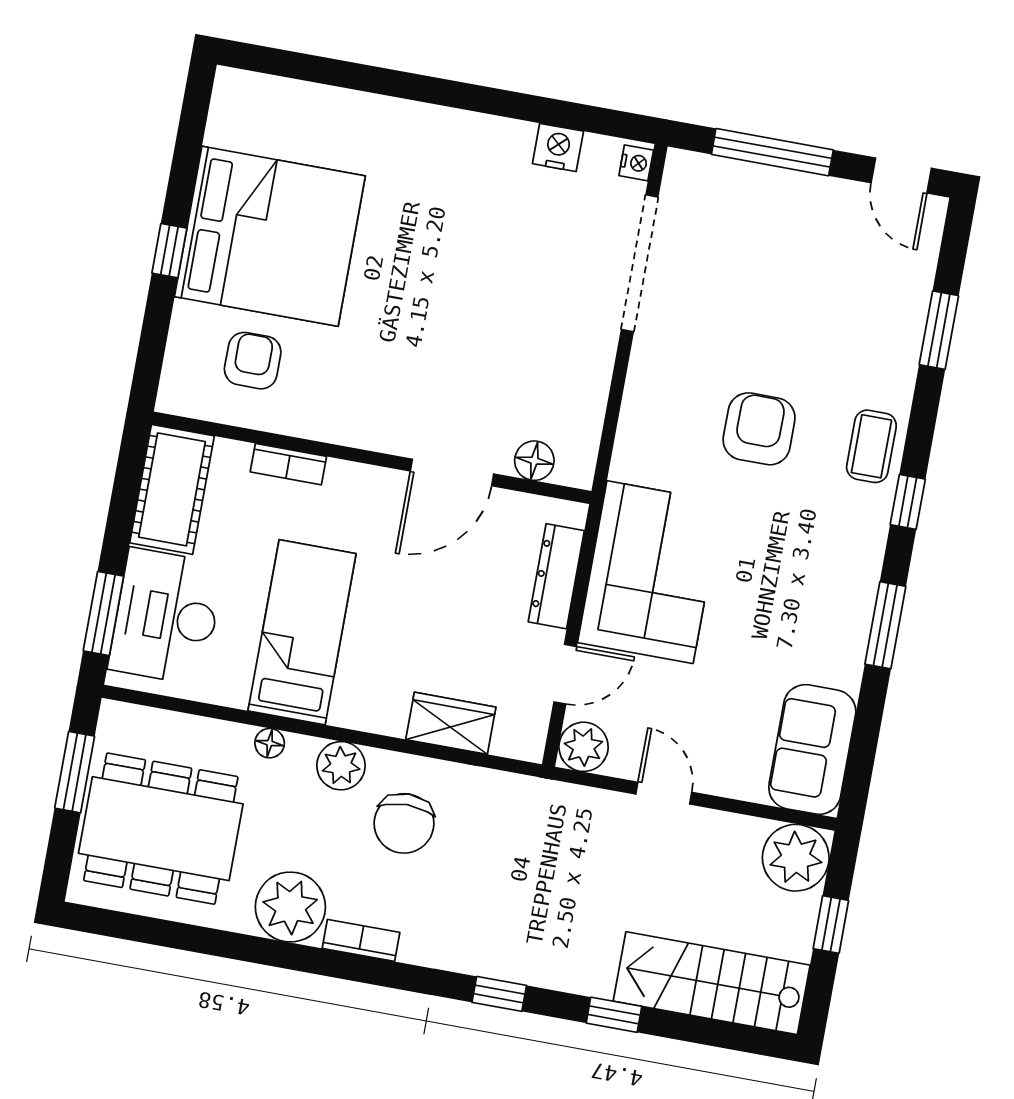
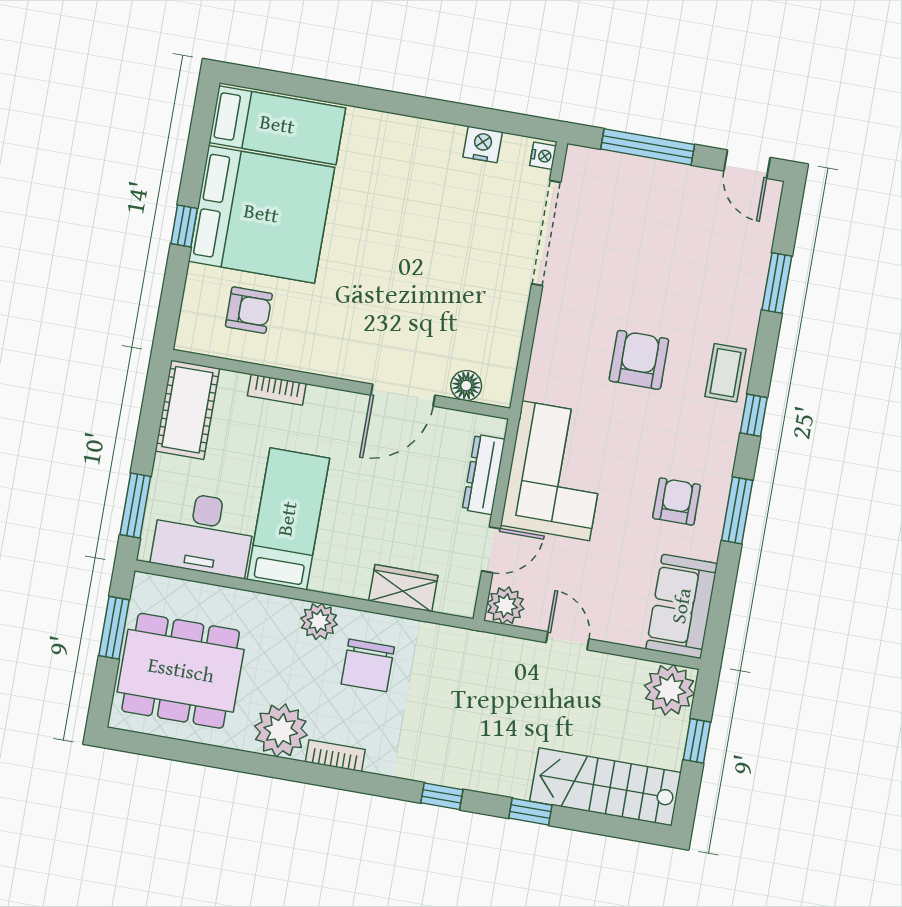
bed: (291, 121) -> (277, 125), added
armchair: (253, 361) -> (249, 310), turned 90
armchair: (807, 613) -> (677, 501), added
desk: (166, 617) -> (204, 534), moved, turned -90
floor lamp: (270, 743) -> (264, 604), removed

